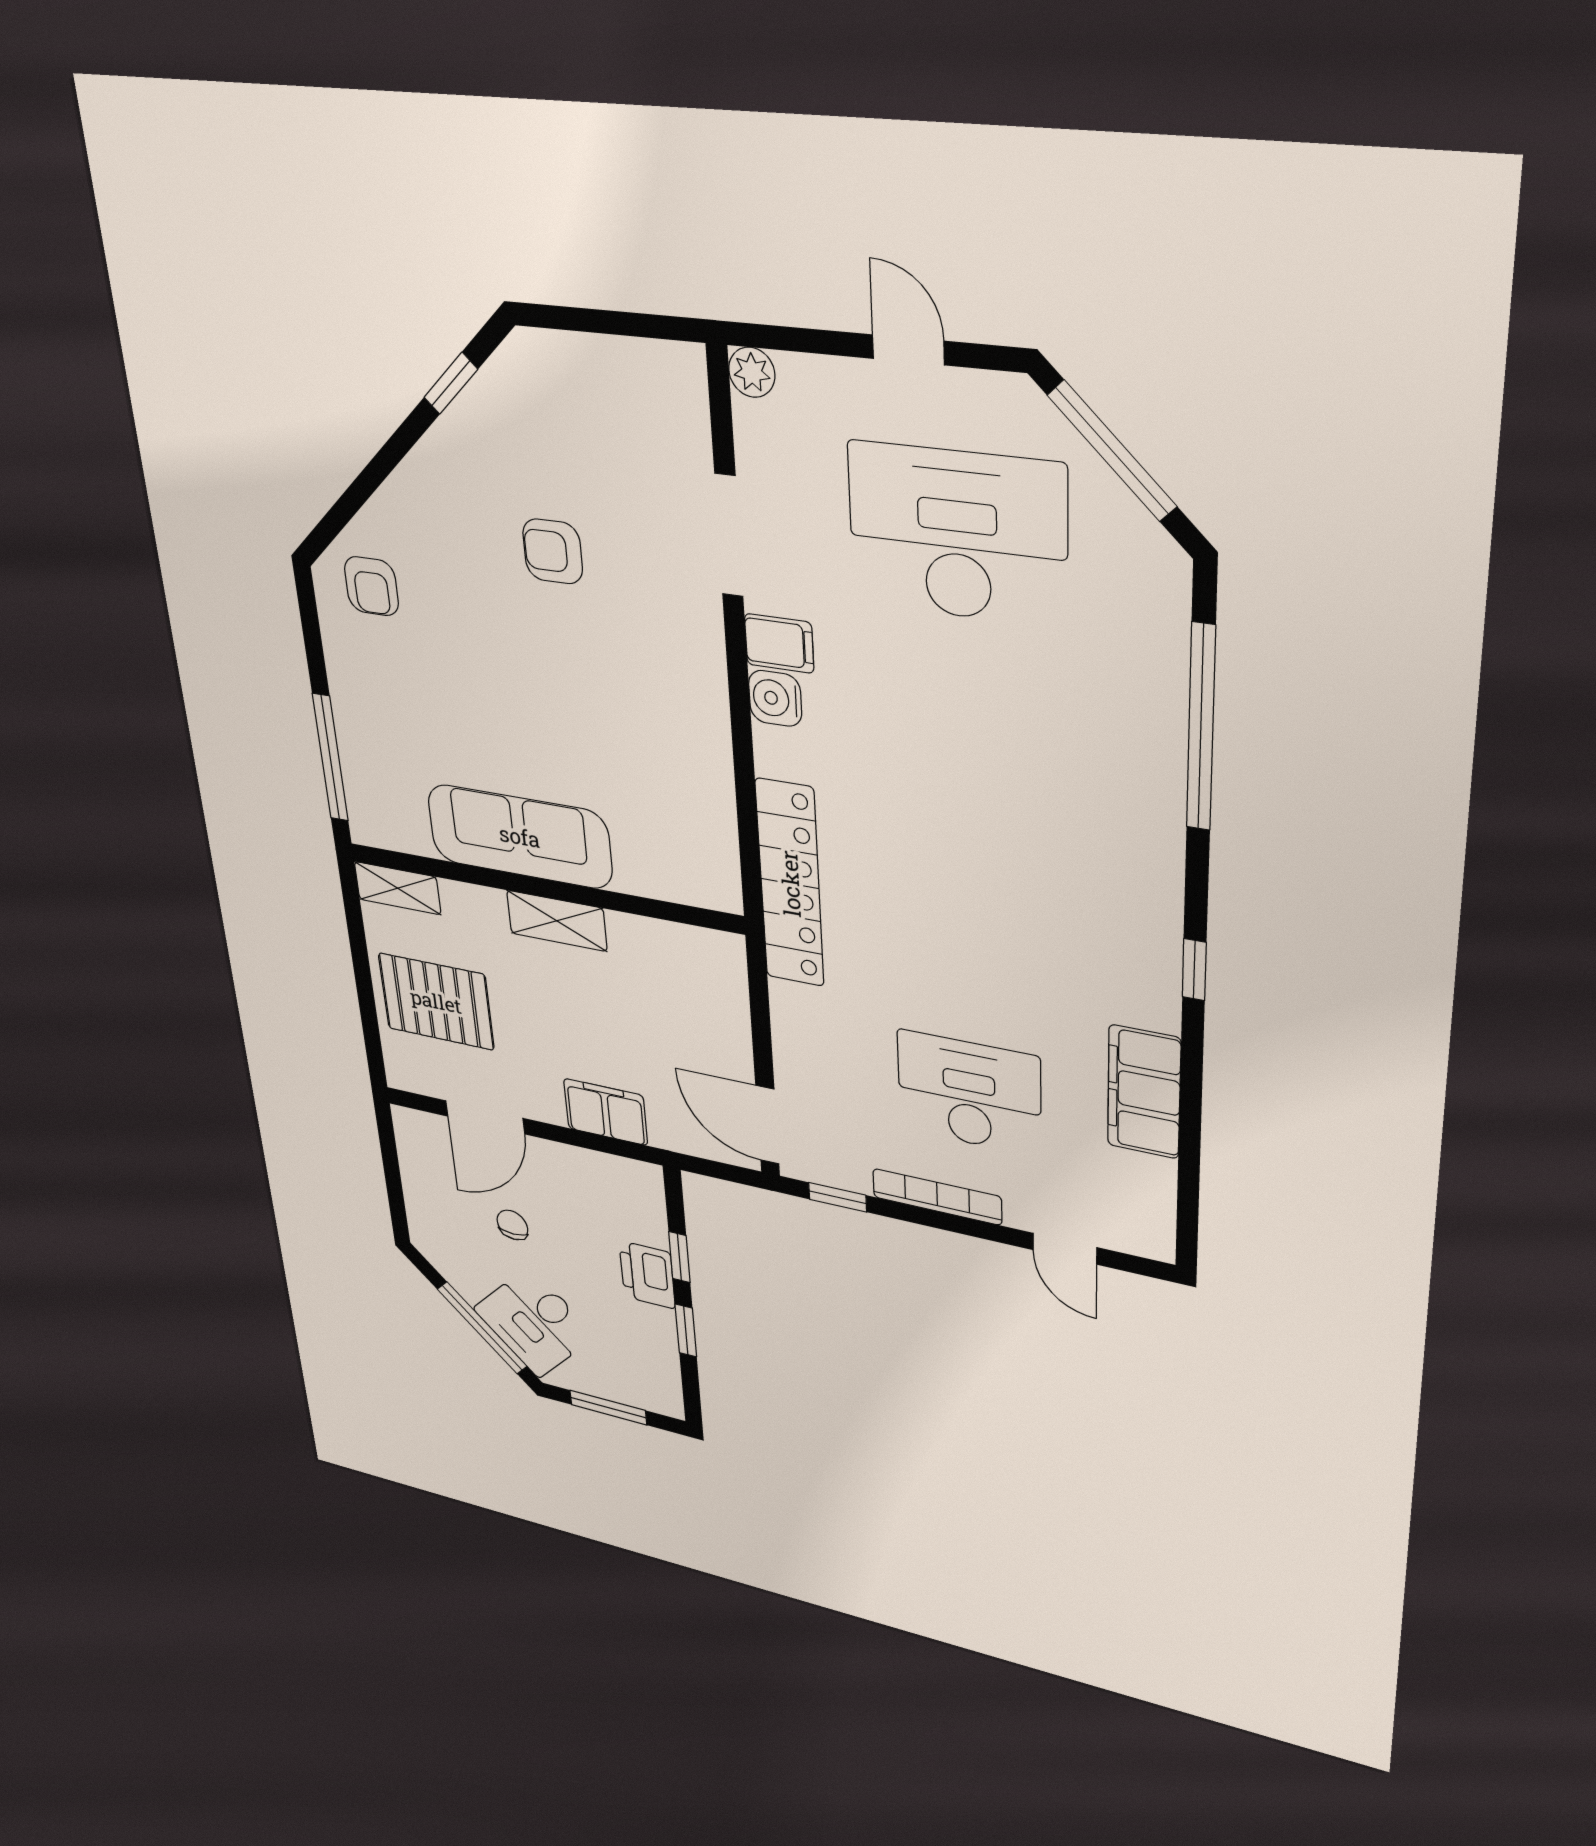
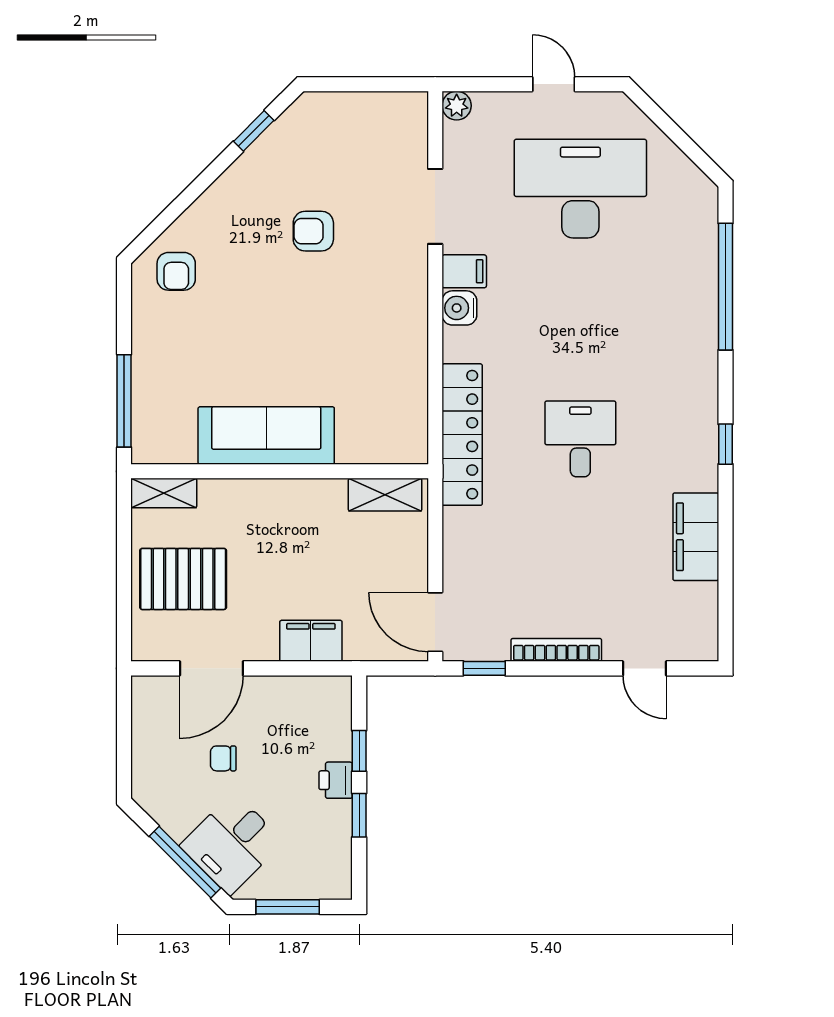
window: (1112, 451) -> (672, 130), removed
shelving: (557, 921) -> (385, 495), moved
desk: (969, 1093) -> (580, 439), moved, width x0.73
chair: (512, 1225) -> (223, 758), turned -90
printer: (647, 1275) -> (336, 780), width x0.73, depth x0.81

